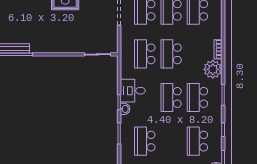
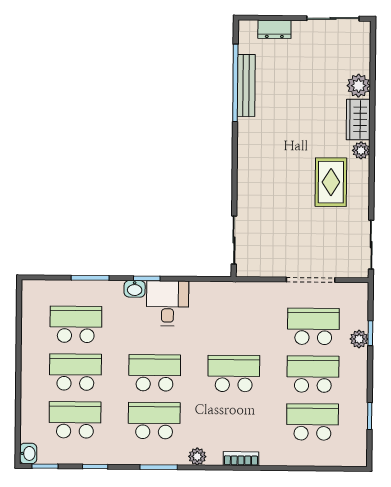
school desk: (145, 54) -> (75, 372), moved
plant: (213, 69) -> (197, 457), width x0.53, depth x0.53

